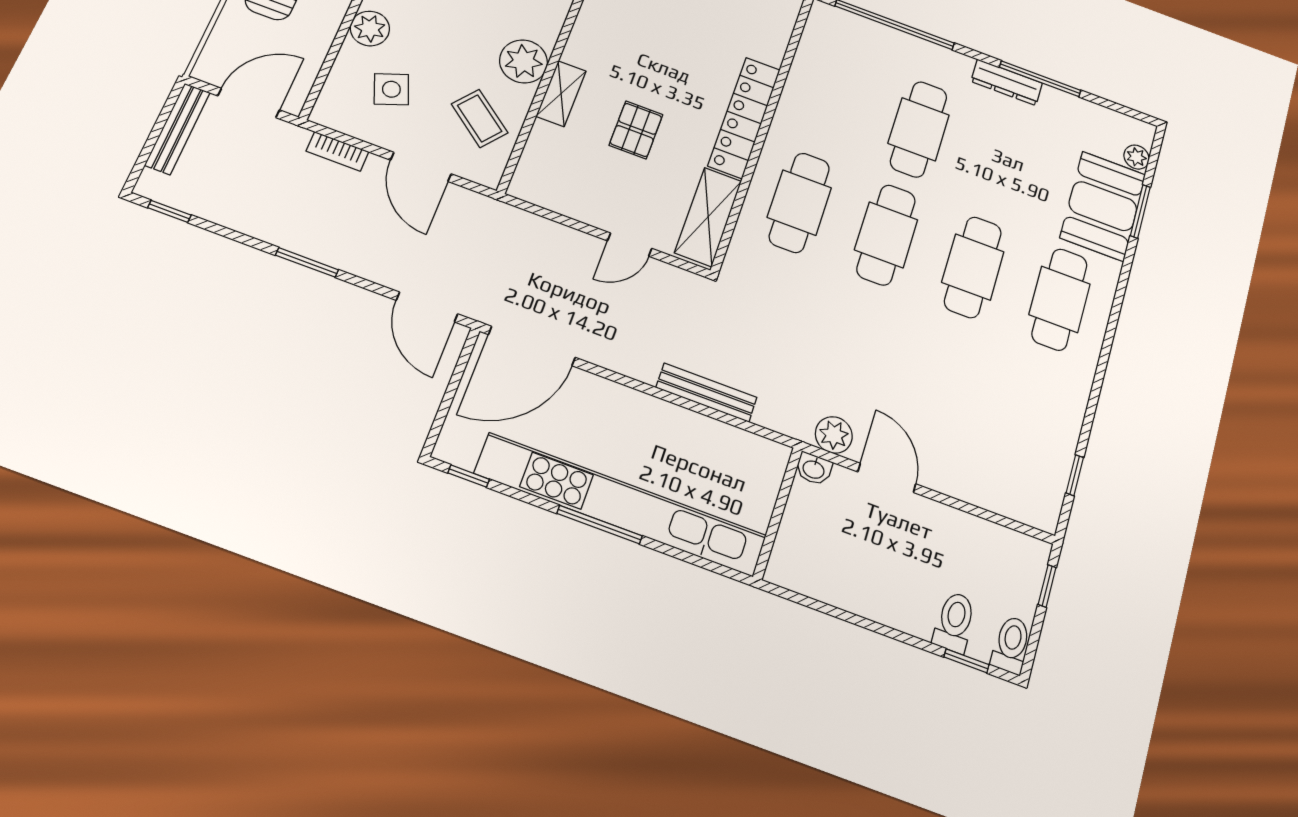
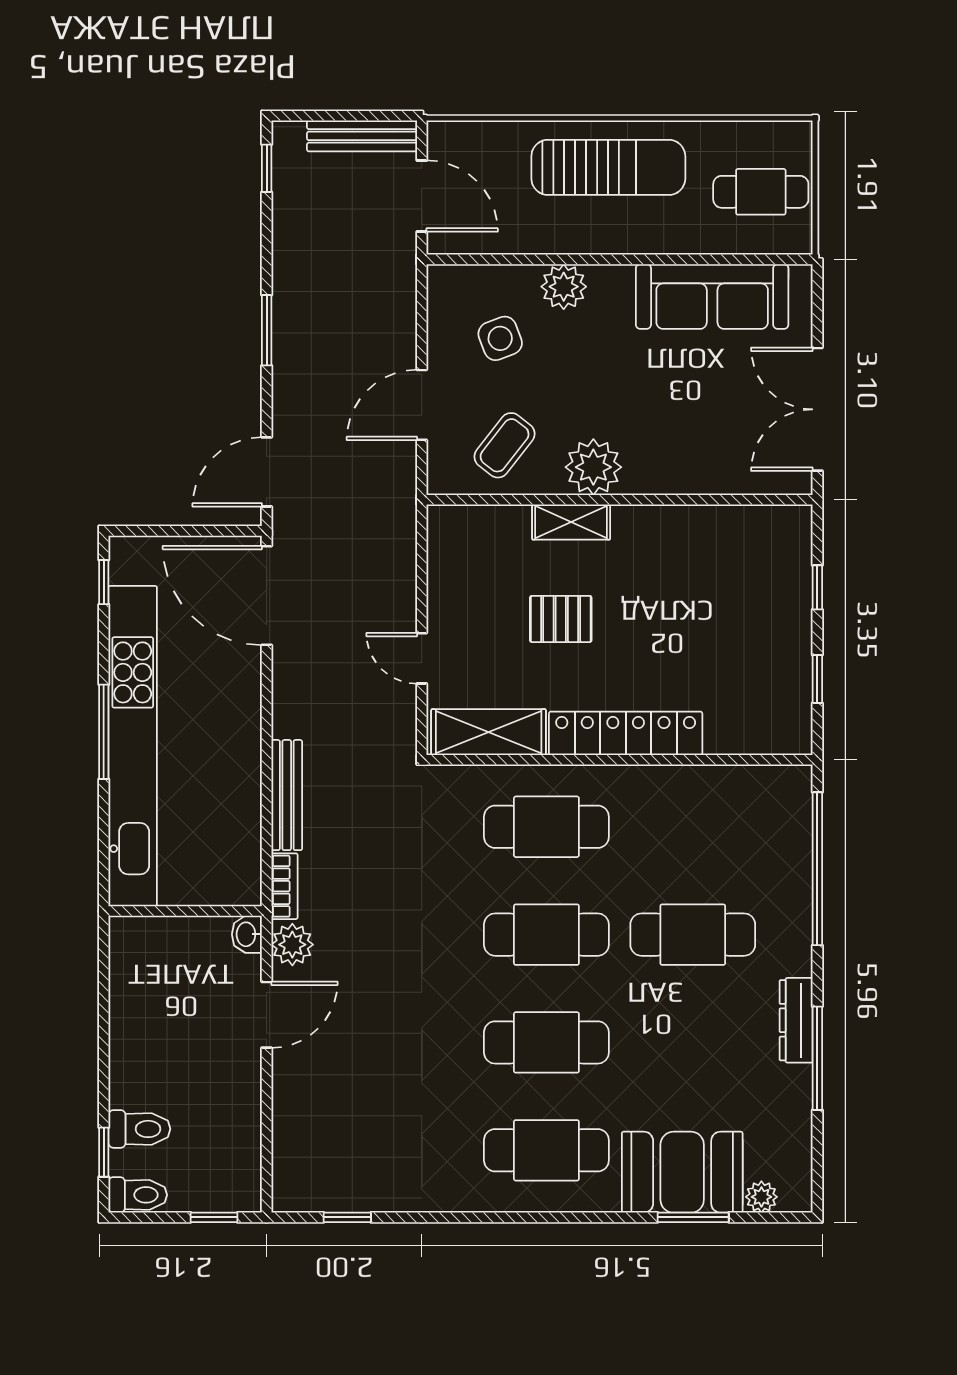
bookcase: (337, 151) -> (284, 886), moved, turned 180

